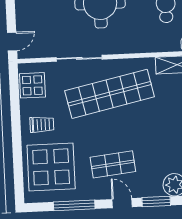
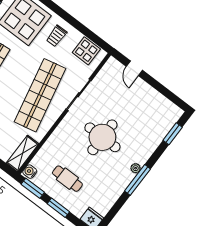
door: (12, 42) -> (134, 68), moved

